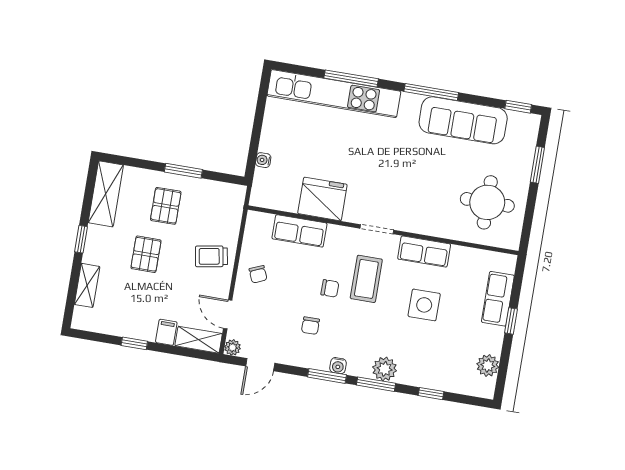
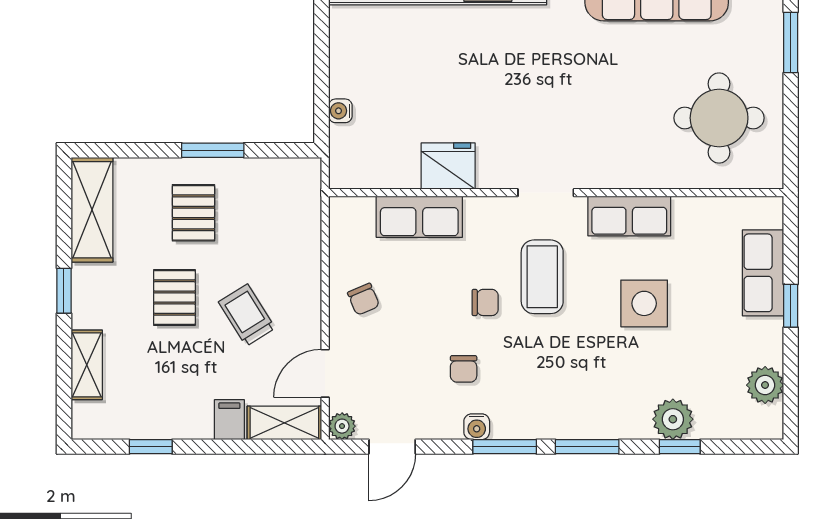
fridge: (322, 199) -> (448, 166), width x0.73, depth x0.75
trolley: (211, 256) -> (247, 315), moved, turned 68
door: (228, 314) -> (325, 373), hinge flipped
window: (134, 343) -> (151, 447), moved
water cooler: (338, 366) -> (477, 427), moved
plant: (385, 369) -> (673, 419), moved

